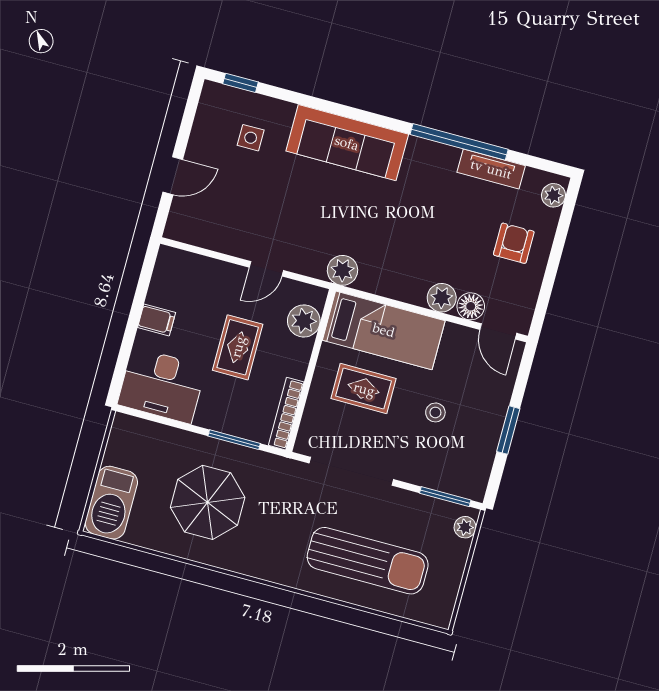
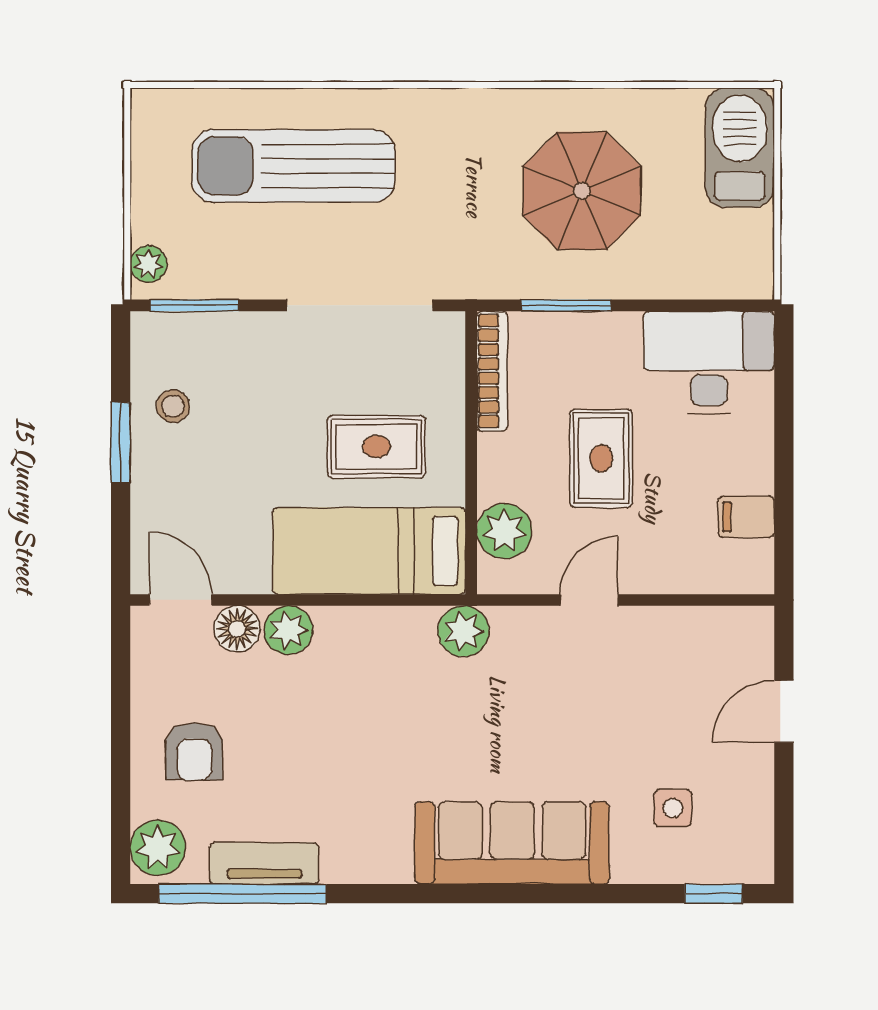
window: (459, 142) -> (243, 894), moved
plant: (554, 195) -> (158, 848), width x1.38, depth x1.38
filing cabinet: (157, 320) -> (746, 517), moved
stool: (435, 412) -> (173, 406), moved

